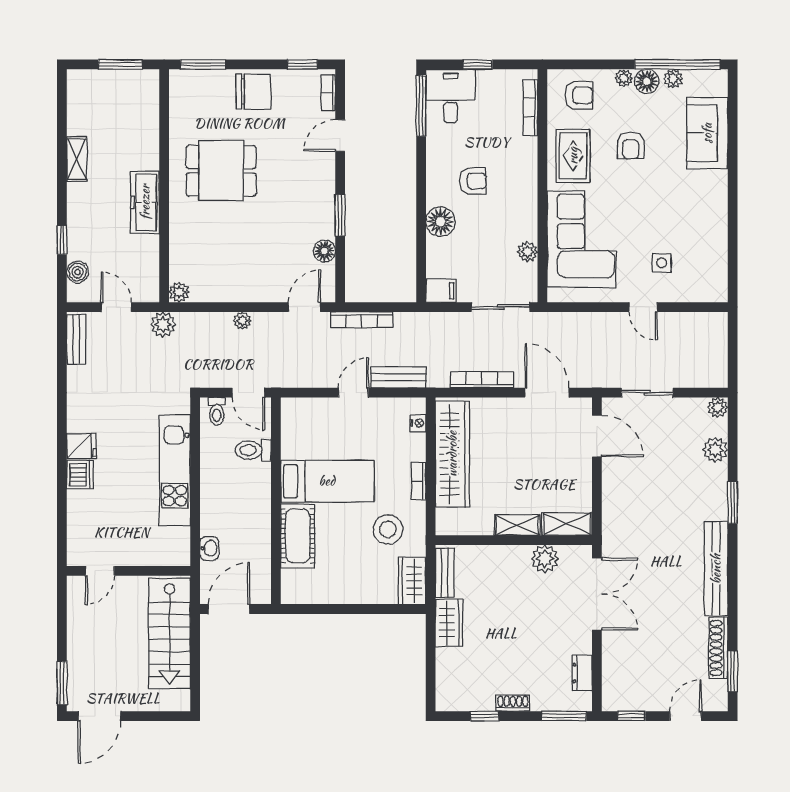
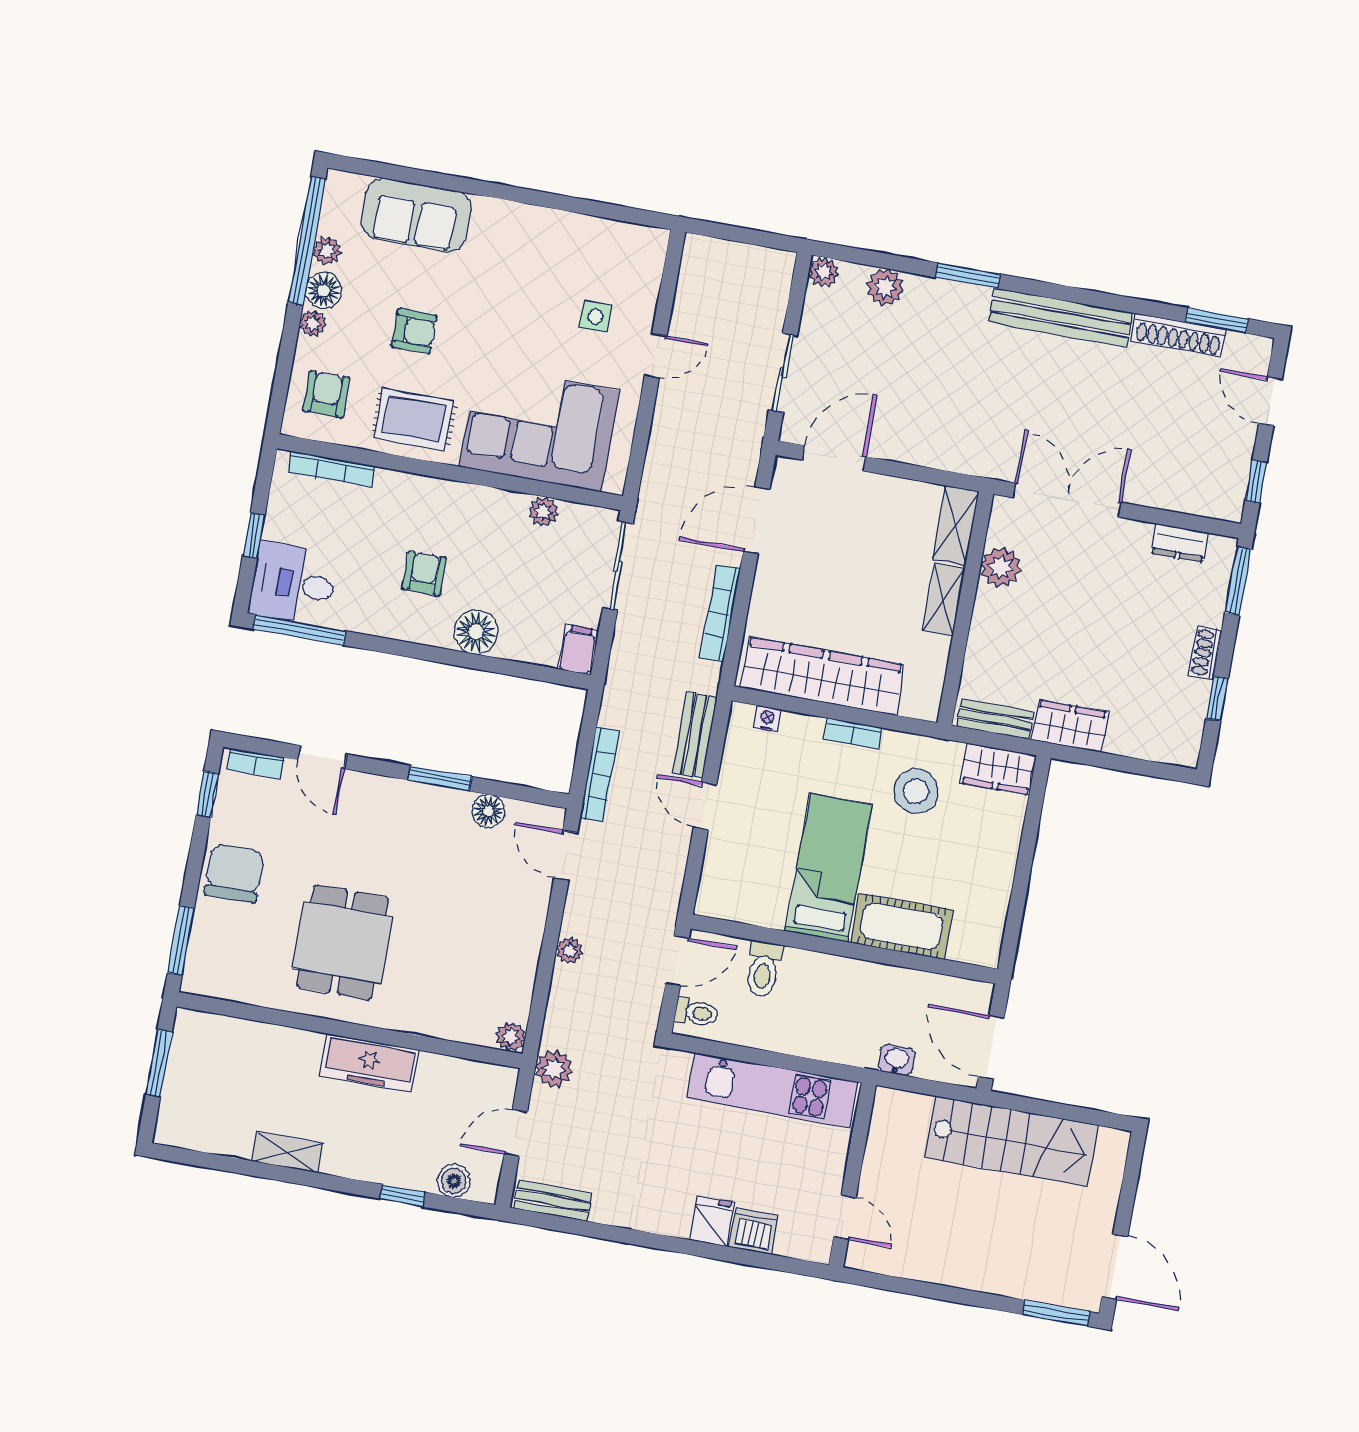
door: (100, 571) -> (845, 1217), moved
wall: (129, 571) -> (852, 1175), moved

